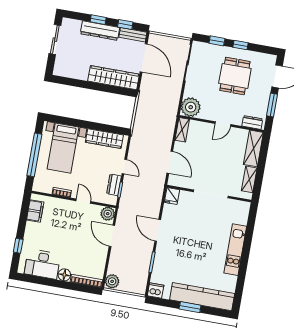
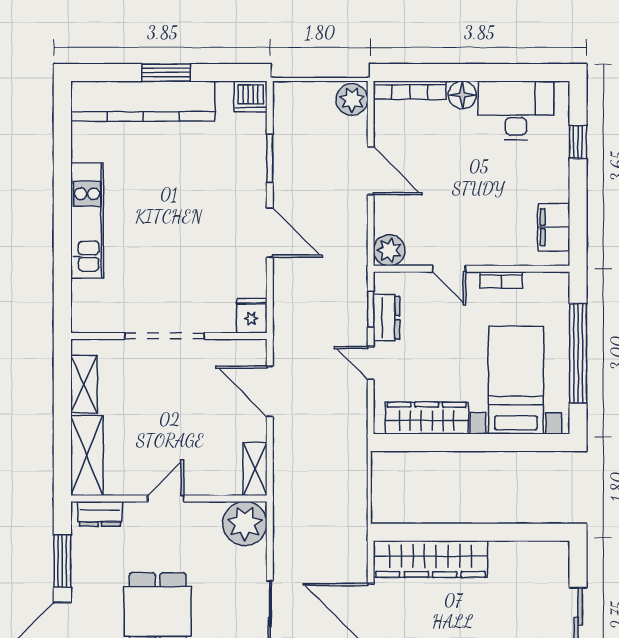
door: (112, 236) -> (371, 171), moved

